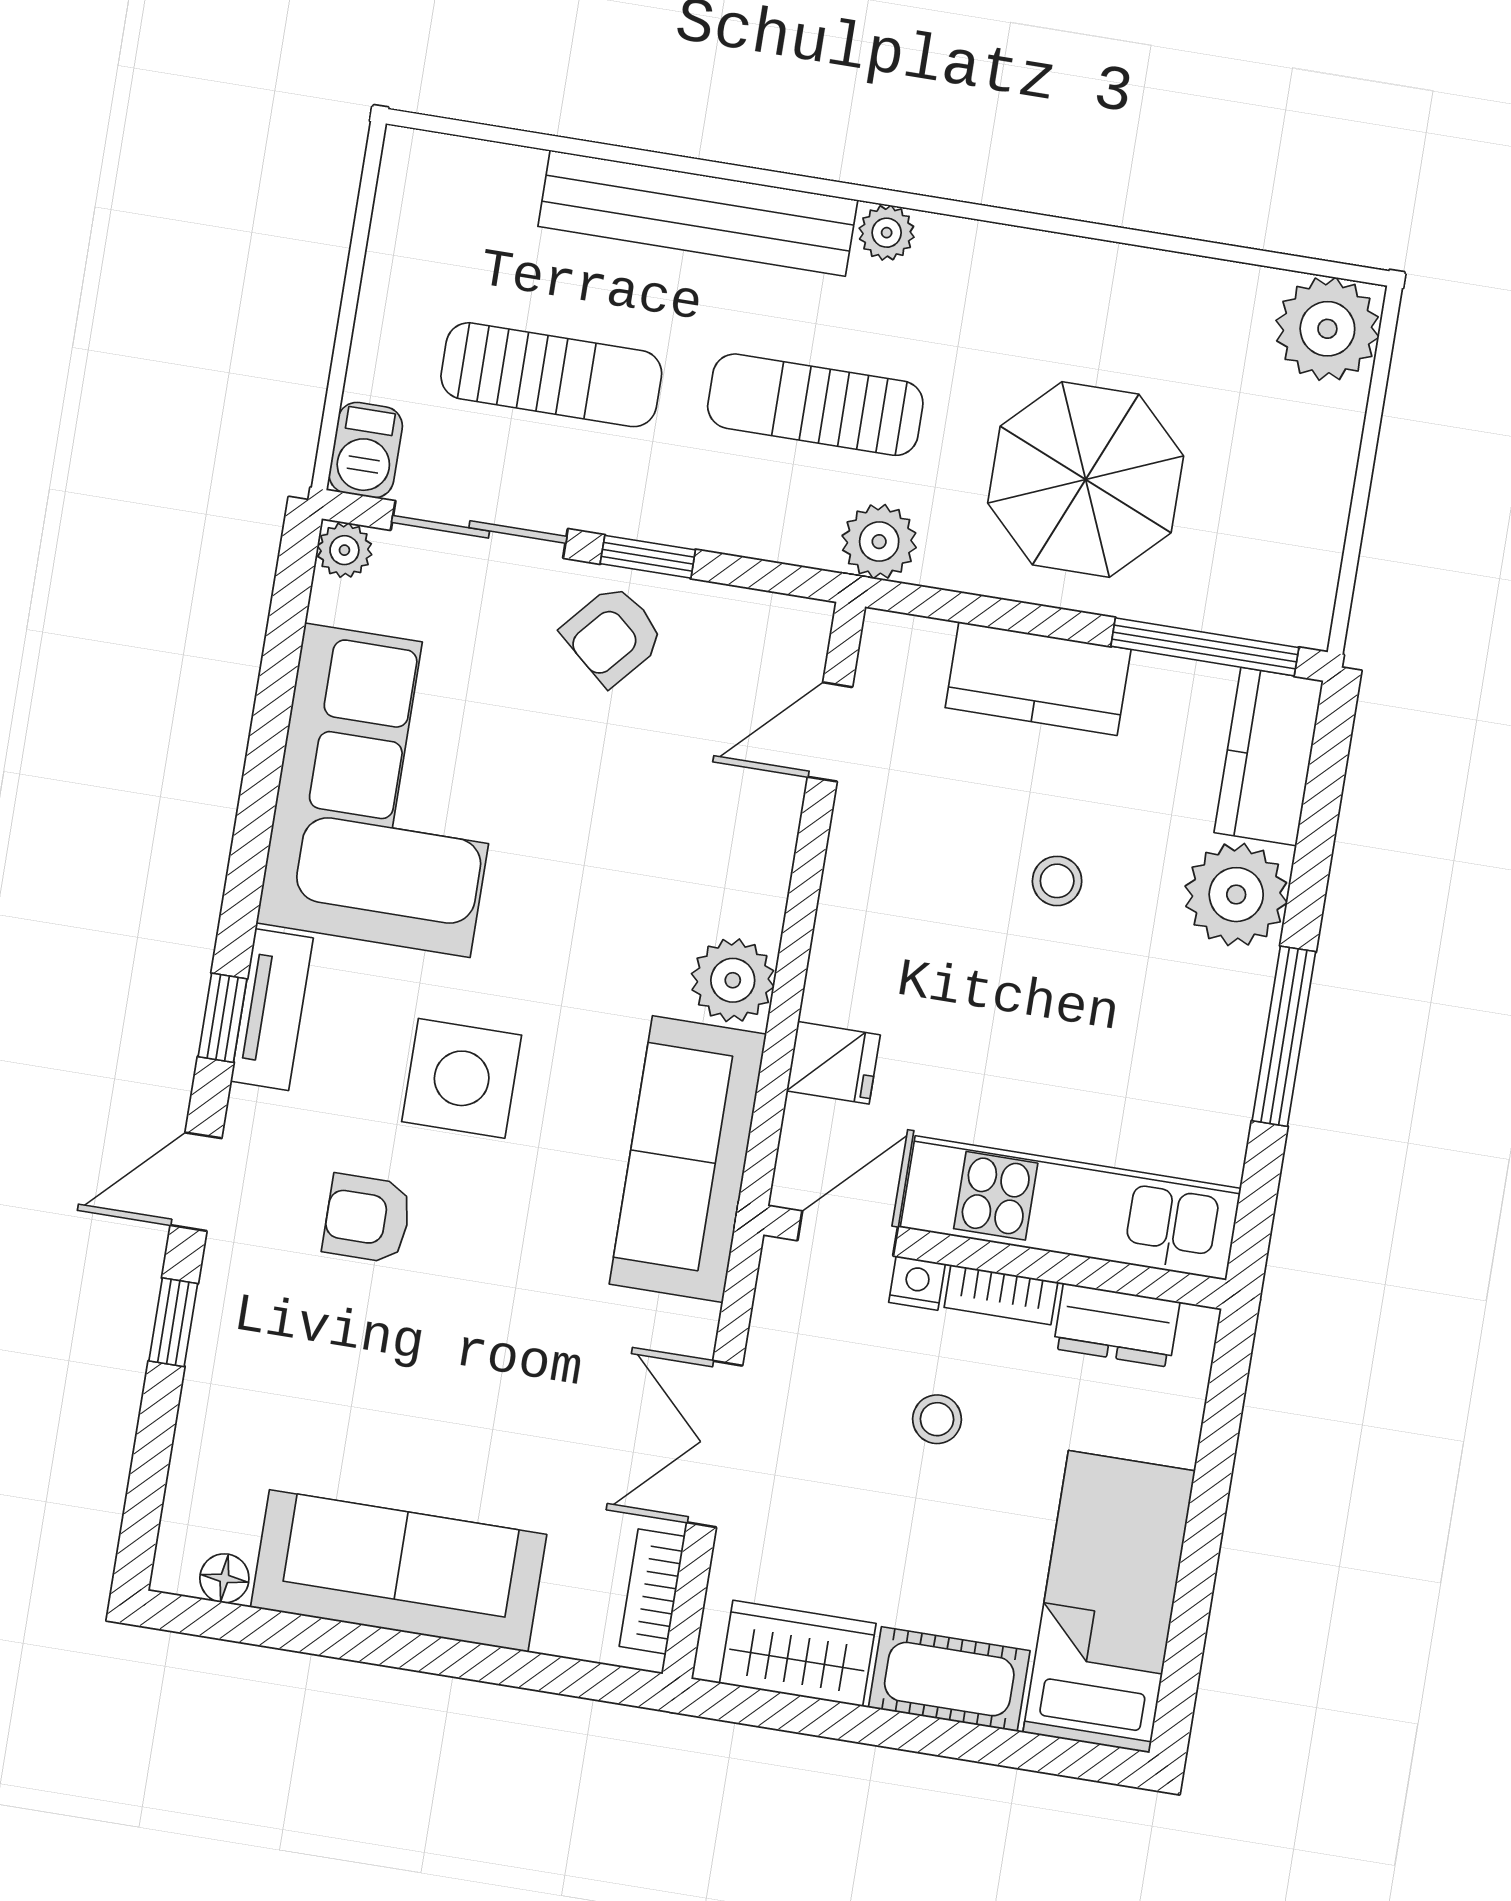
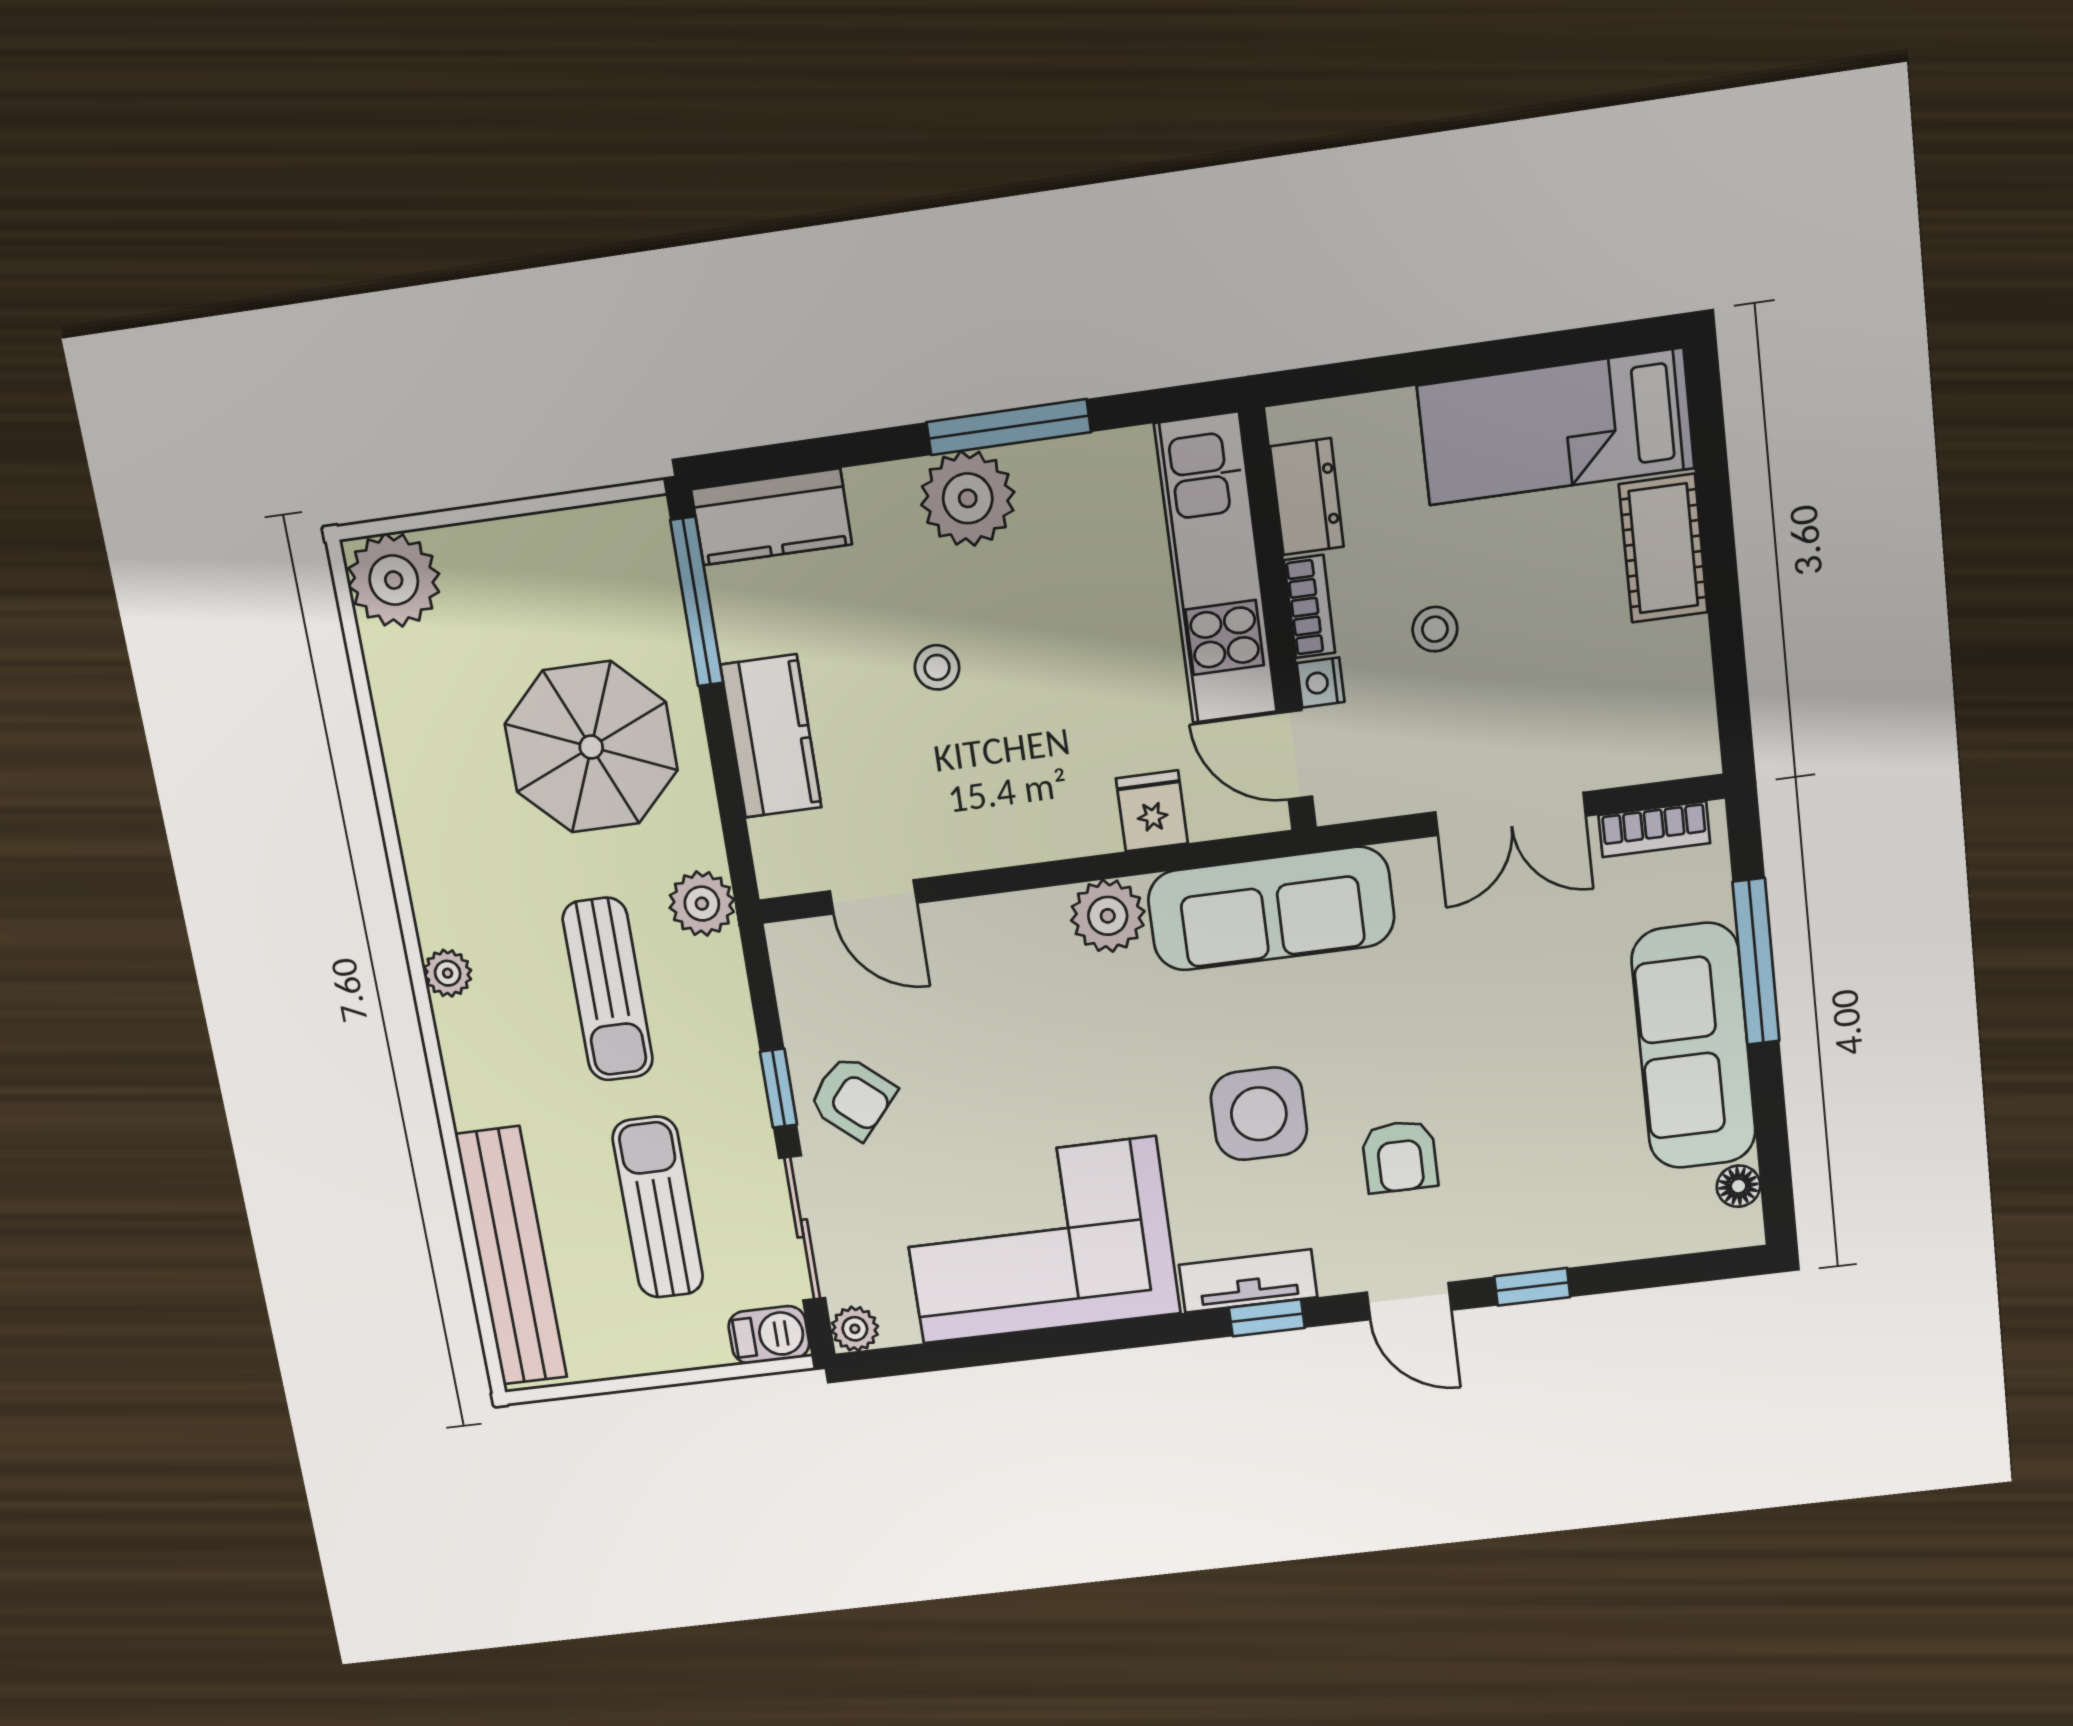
bench: (698, 213) -> (511, 1256), moved
plant: (1236, 895) -> (968, 498), moved
wardrobe: (798, 1653) -> (1676, 688), removed
window: (474, 1662) -> (1756, 962), added

